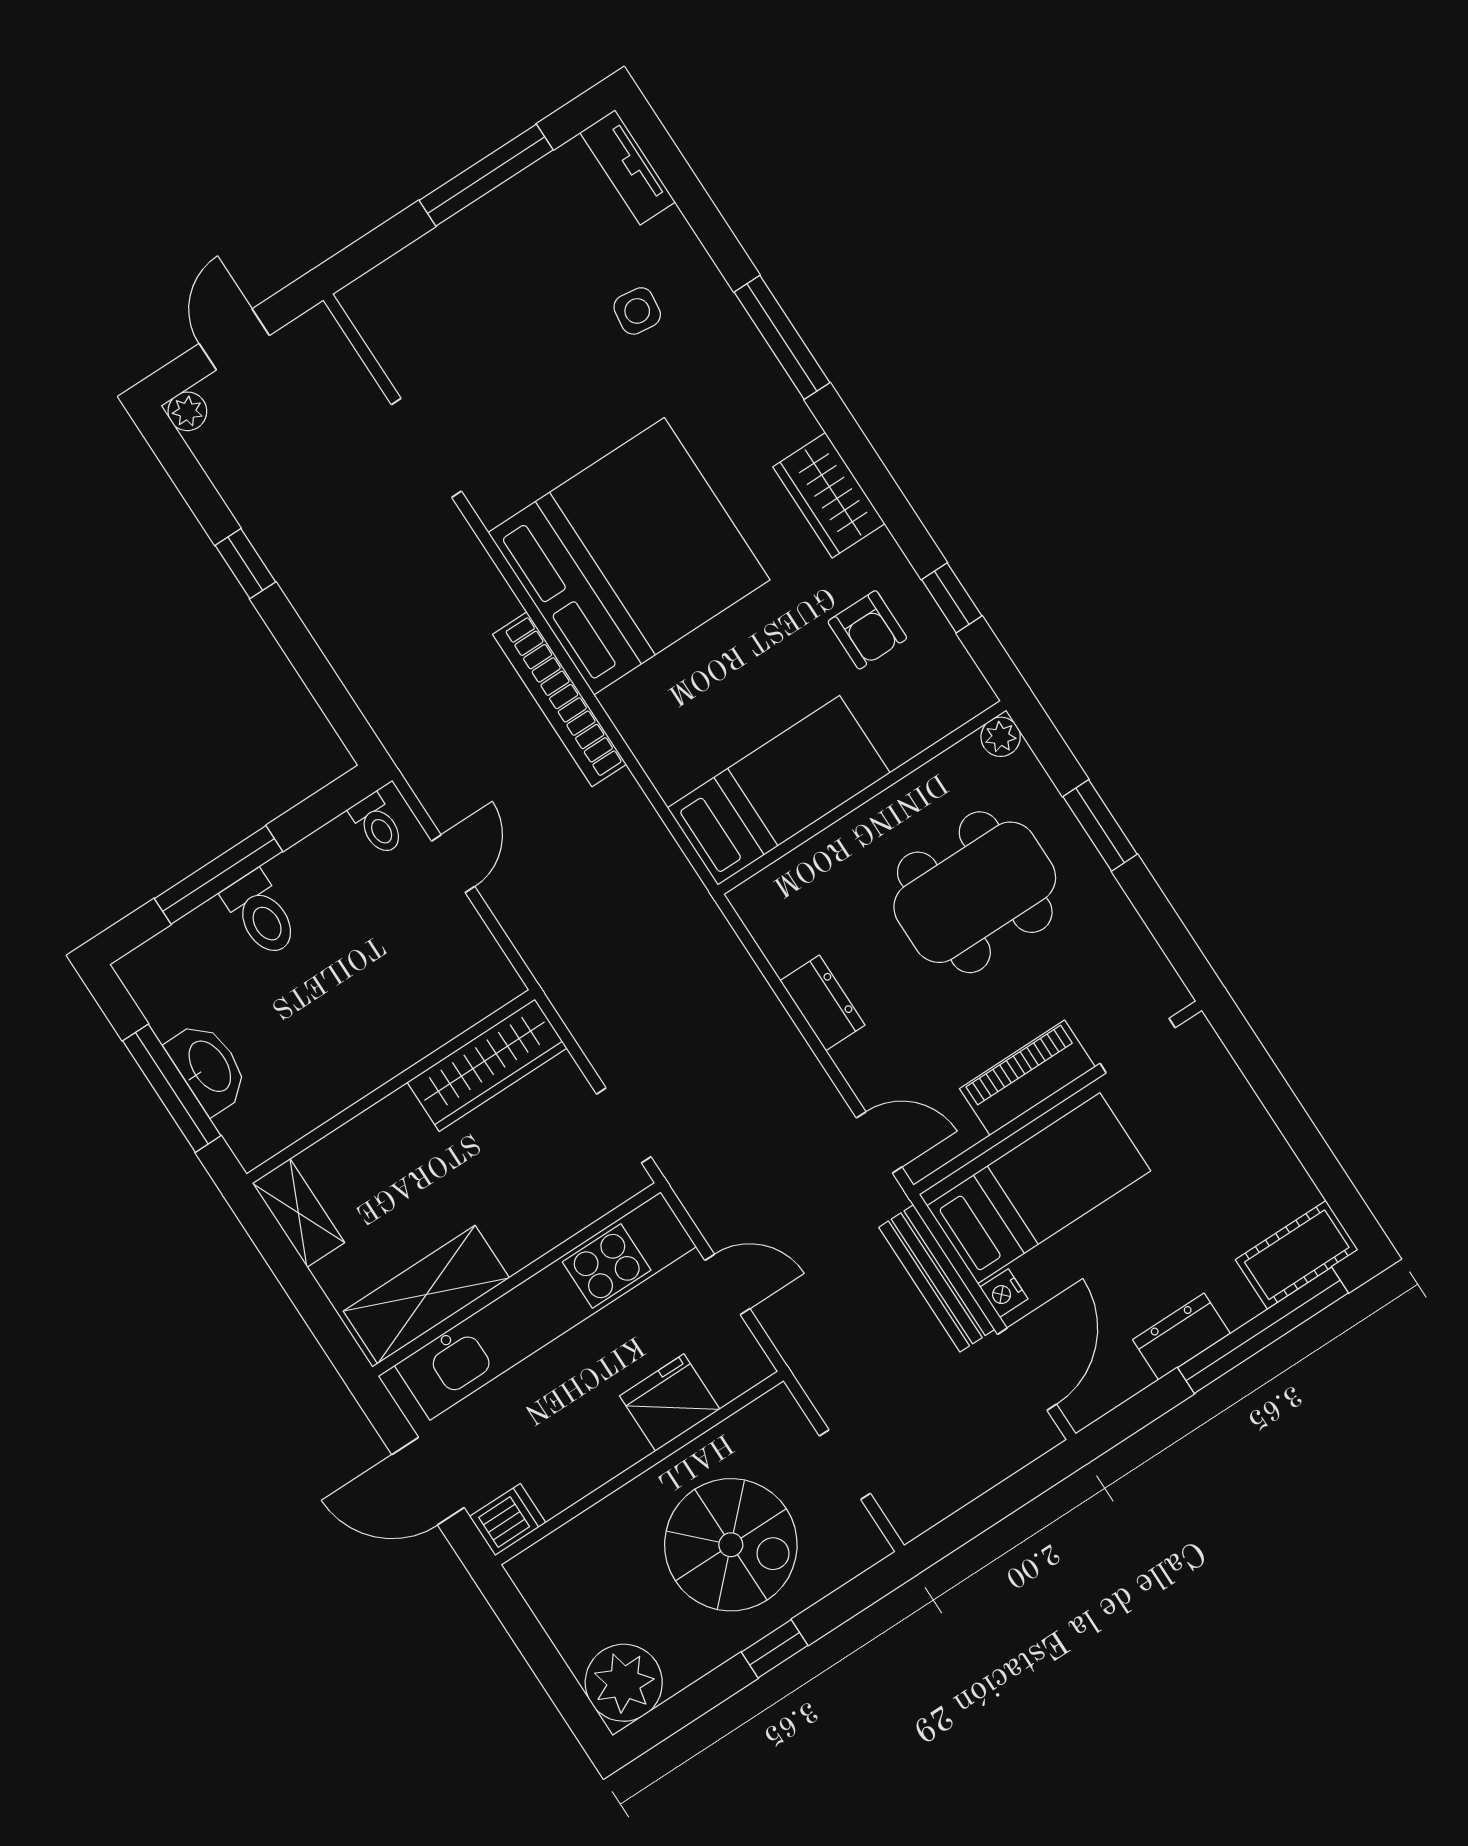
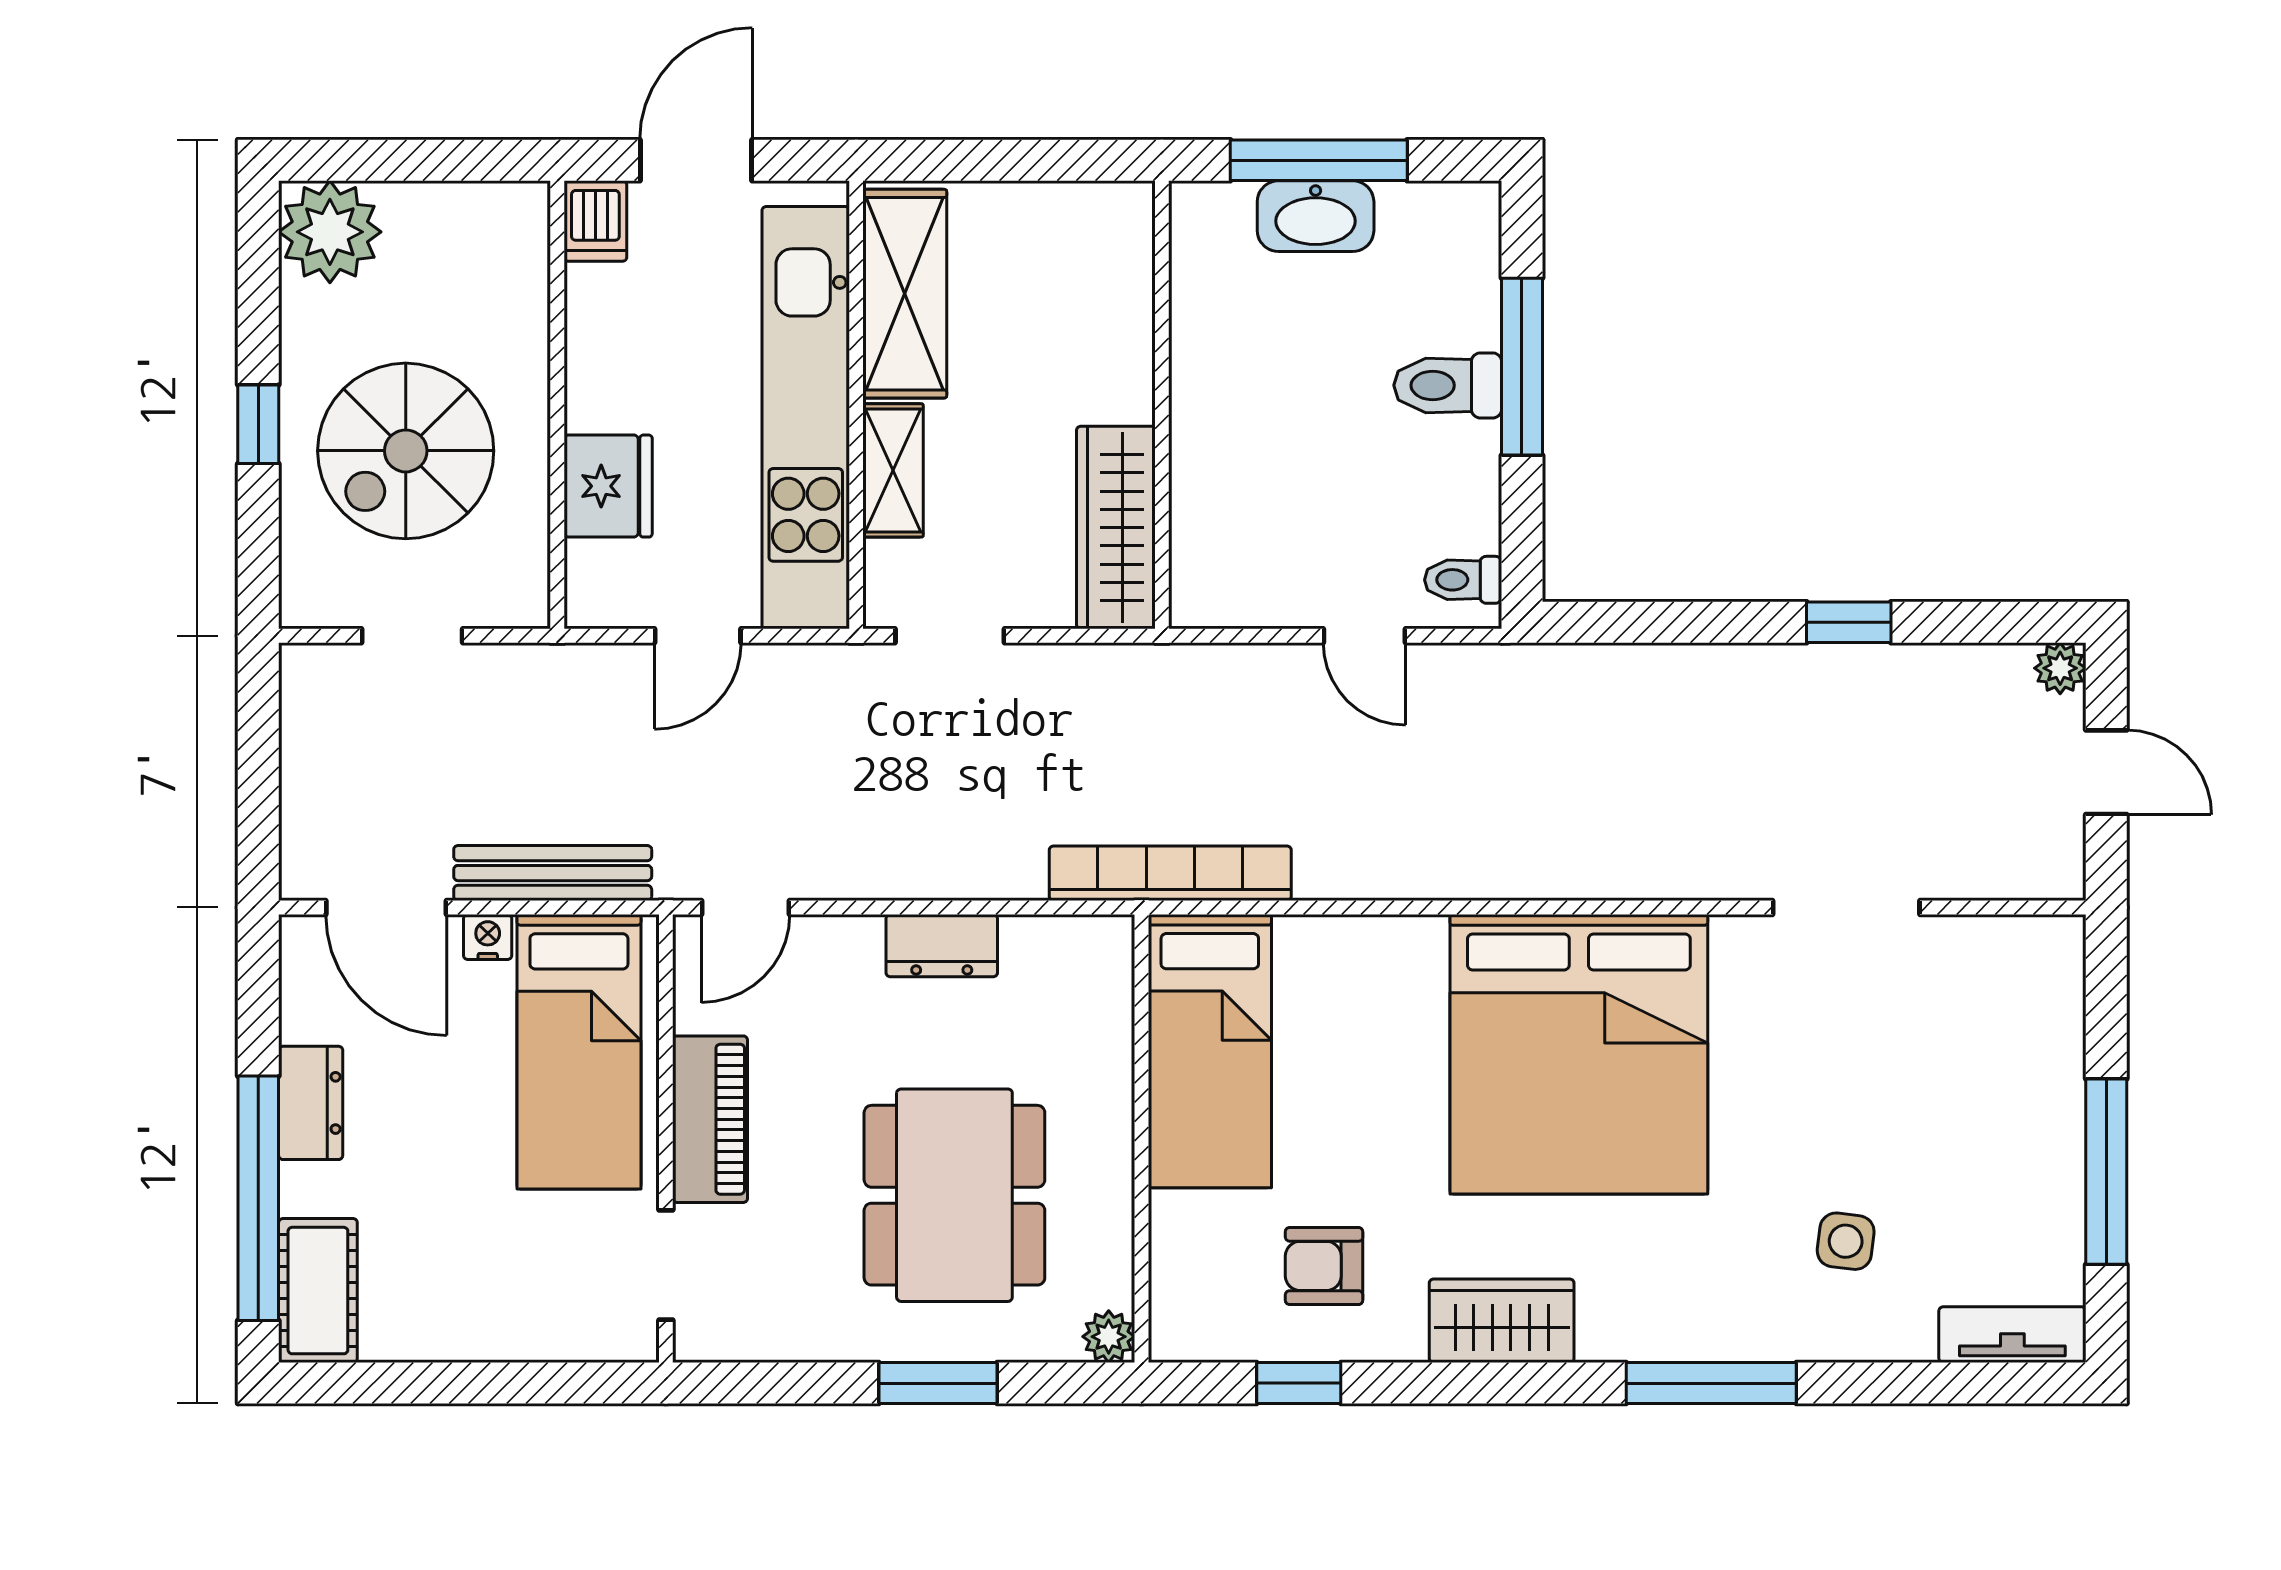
bookcase: (559, 699) -> (1170, 873), moved
shelving: (298, 1213) -> (893, 470), moved, turned 90

